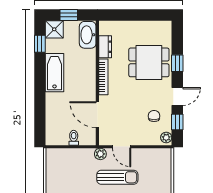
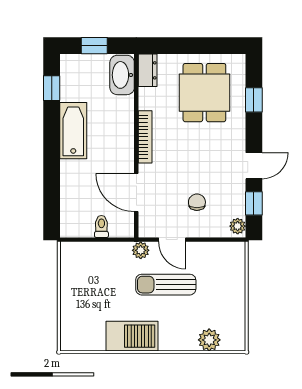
shower: (54, 29) -> (73, 67), removed
dresser: (105, 47) -> (148, 70), moved
dining table: (149, 62) -> (204, 93), moved, turned 90
window: (177, 63) -> (254, 100), moved
chair: (154, 116) -> (197, 202), moved
sun lounger: (117, 177) -> (166, 285), turned 180

